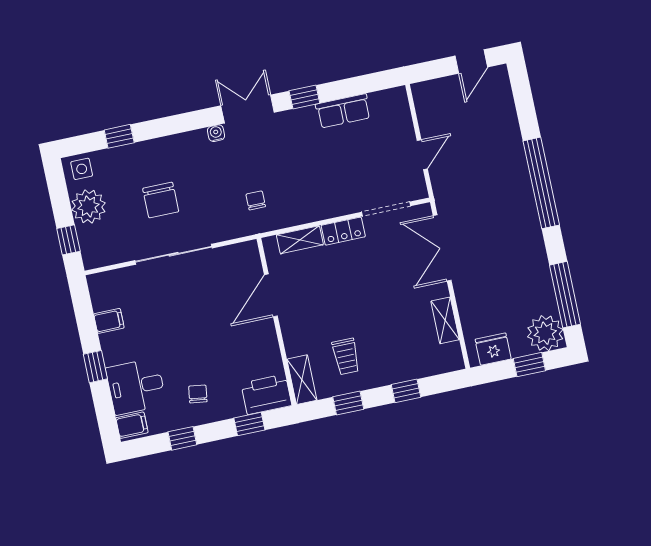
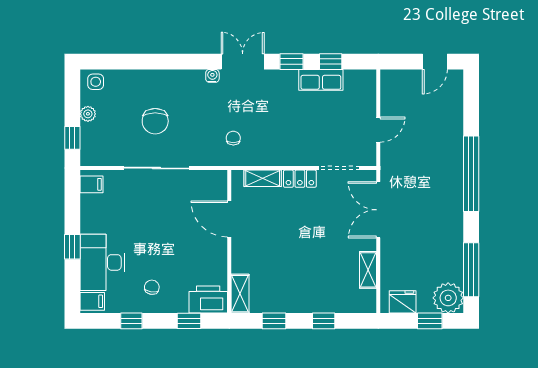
window: (119, 136) -> (331, 62), moved
plant: (88, 206) -> (88, 114), width x0.53, depth x0.53
door: (271, 295) -> (229, 219), hinge flipped
filing cabinet: (109, 321) -> (92, 184), moved
trolley: (346, 356) -> (280, 282), removed
desk: (136, 386) -> (102, 262), width x1.37

